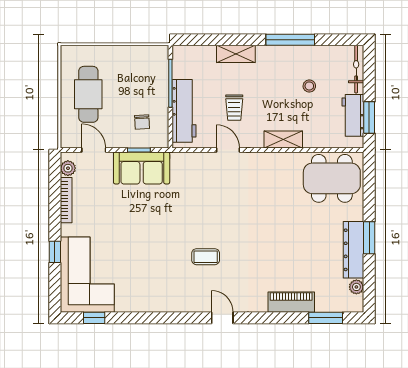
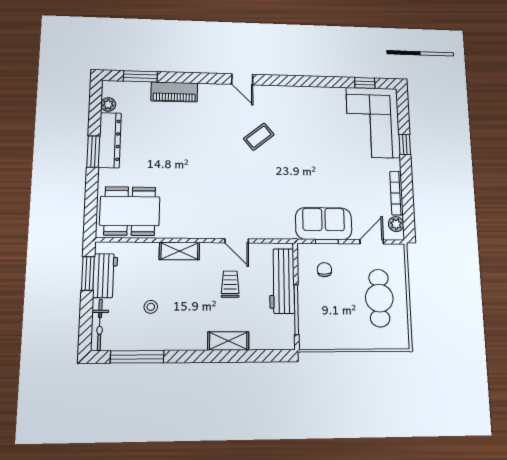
window: (290, 40) -> (137, 357), moved
door: (94, 150) -> (372, 242), swing flipped
coffee table: (206, 257) -> (259, 137), turned -39

